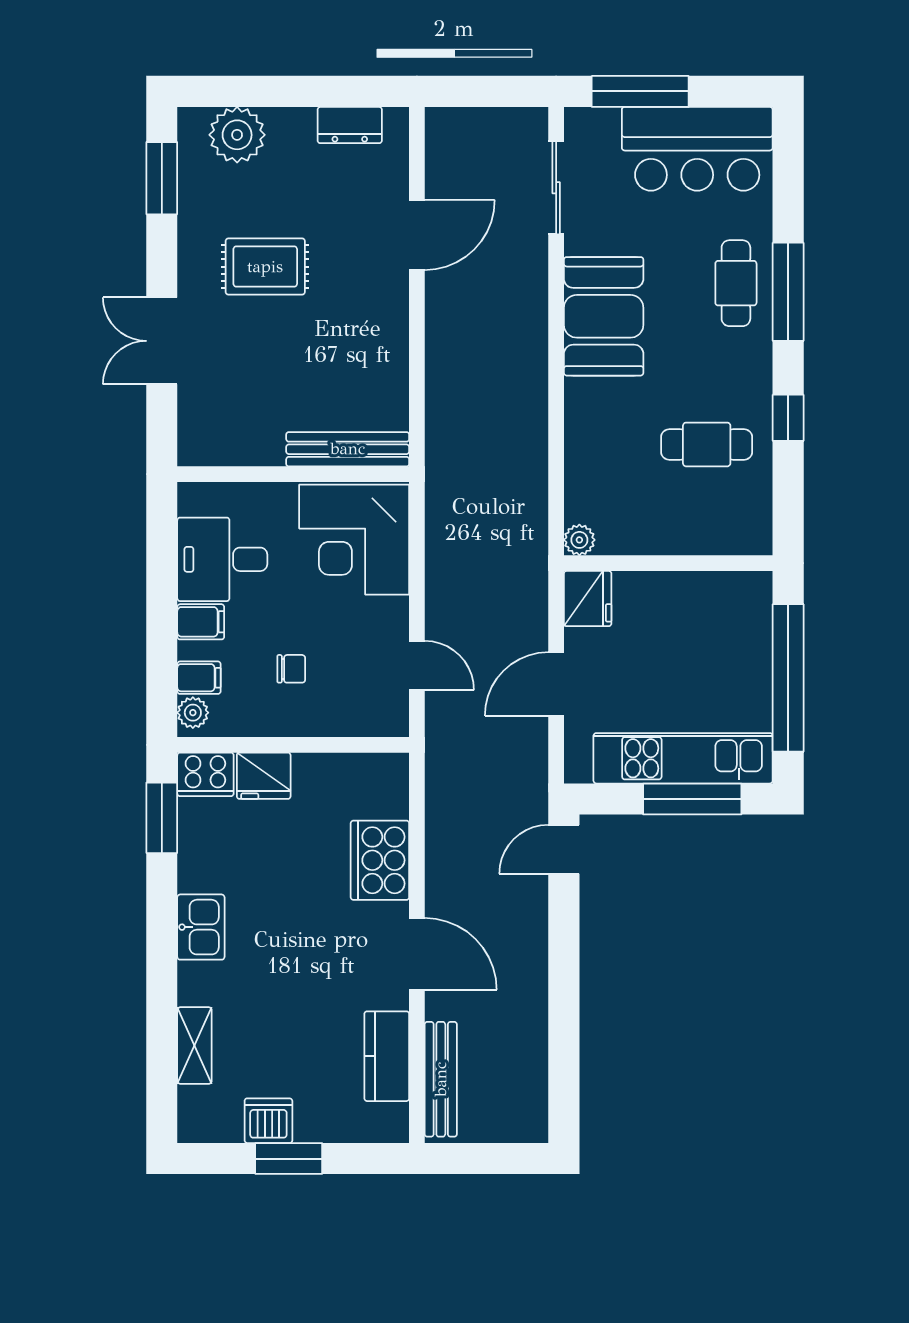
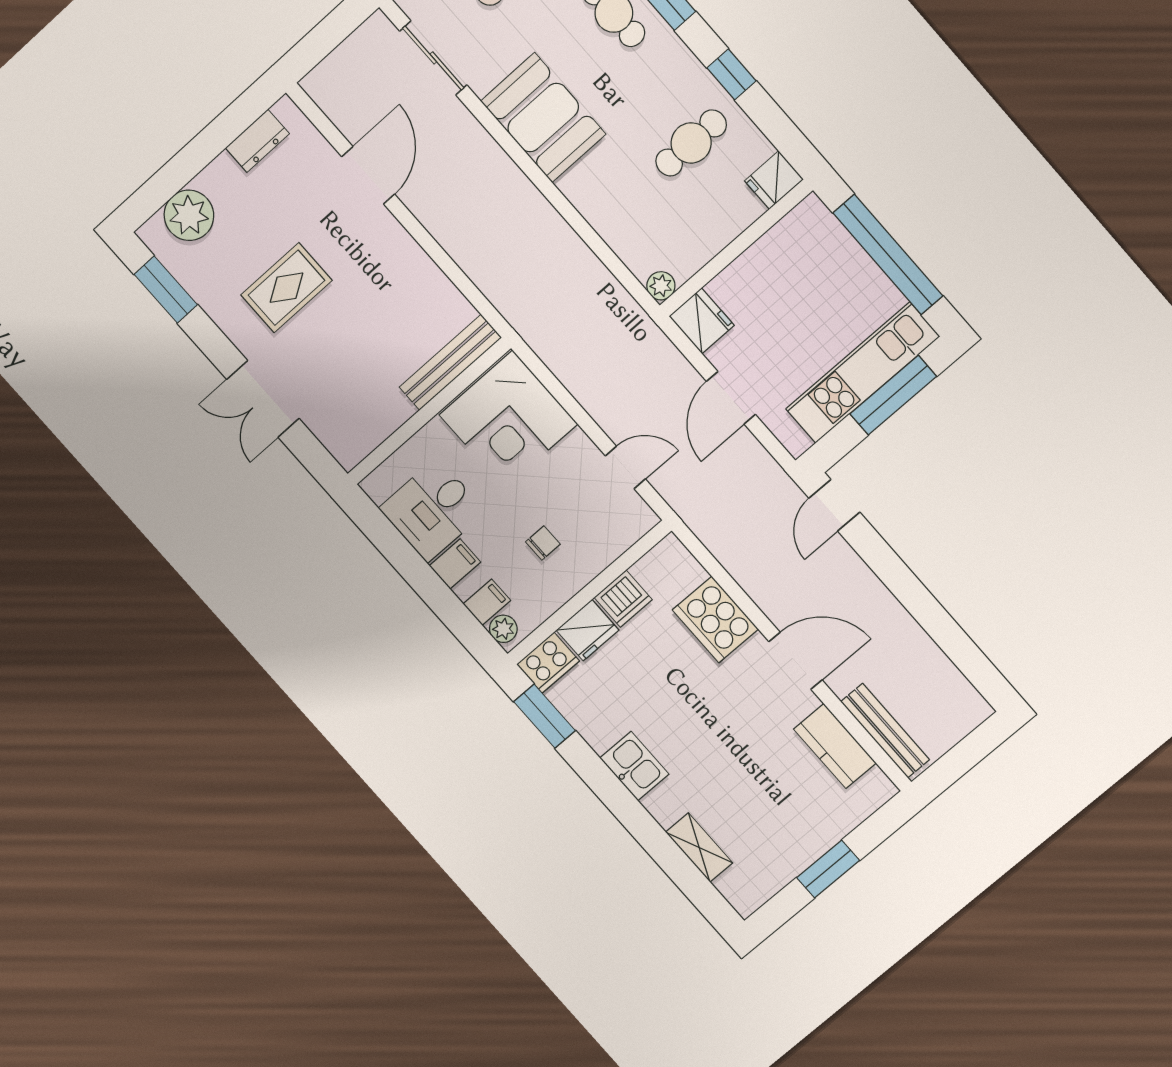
fridge: (748, 535) -> (774, 180), added
dishwasher: (268, 1121) -> (623, 599), moved, turned 180

